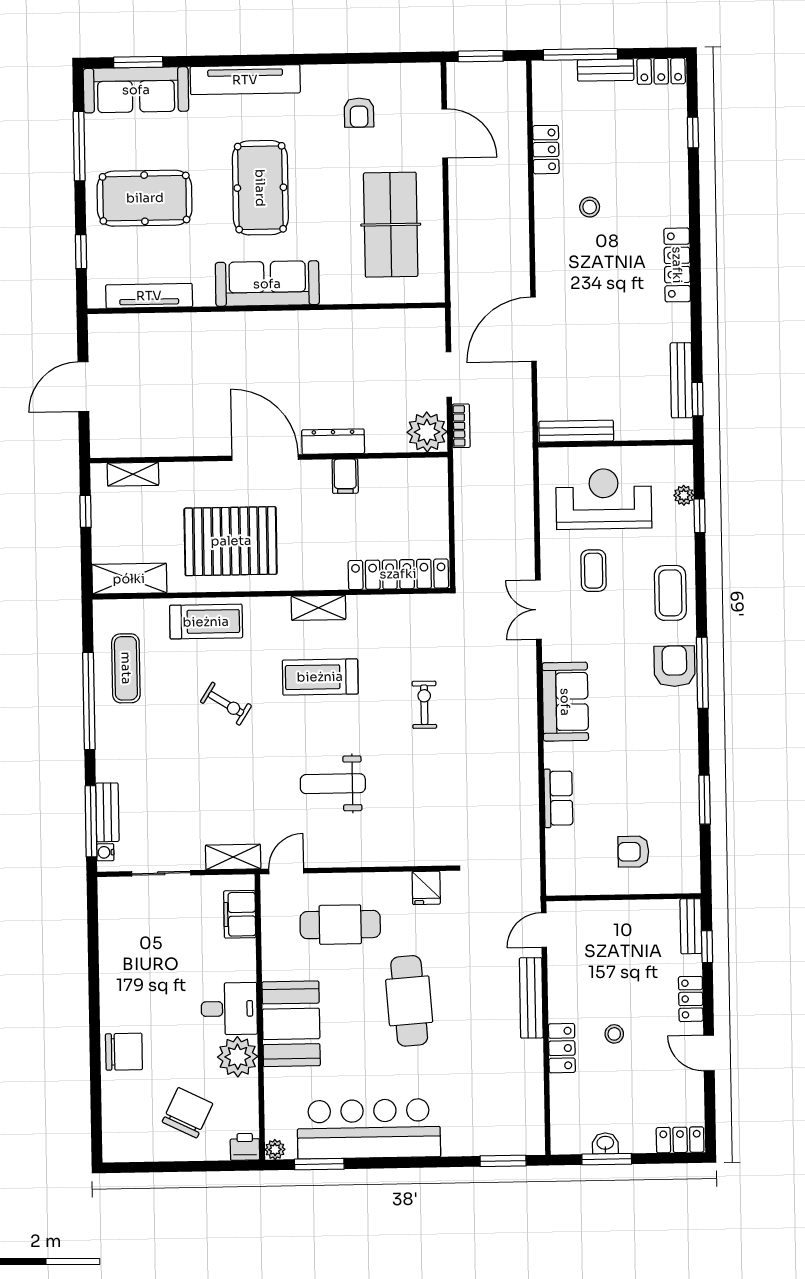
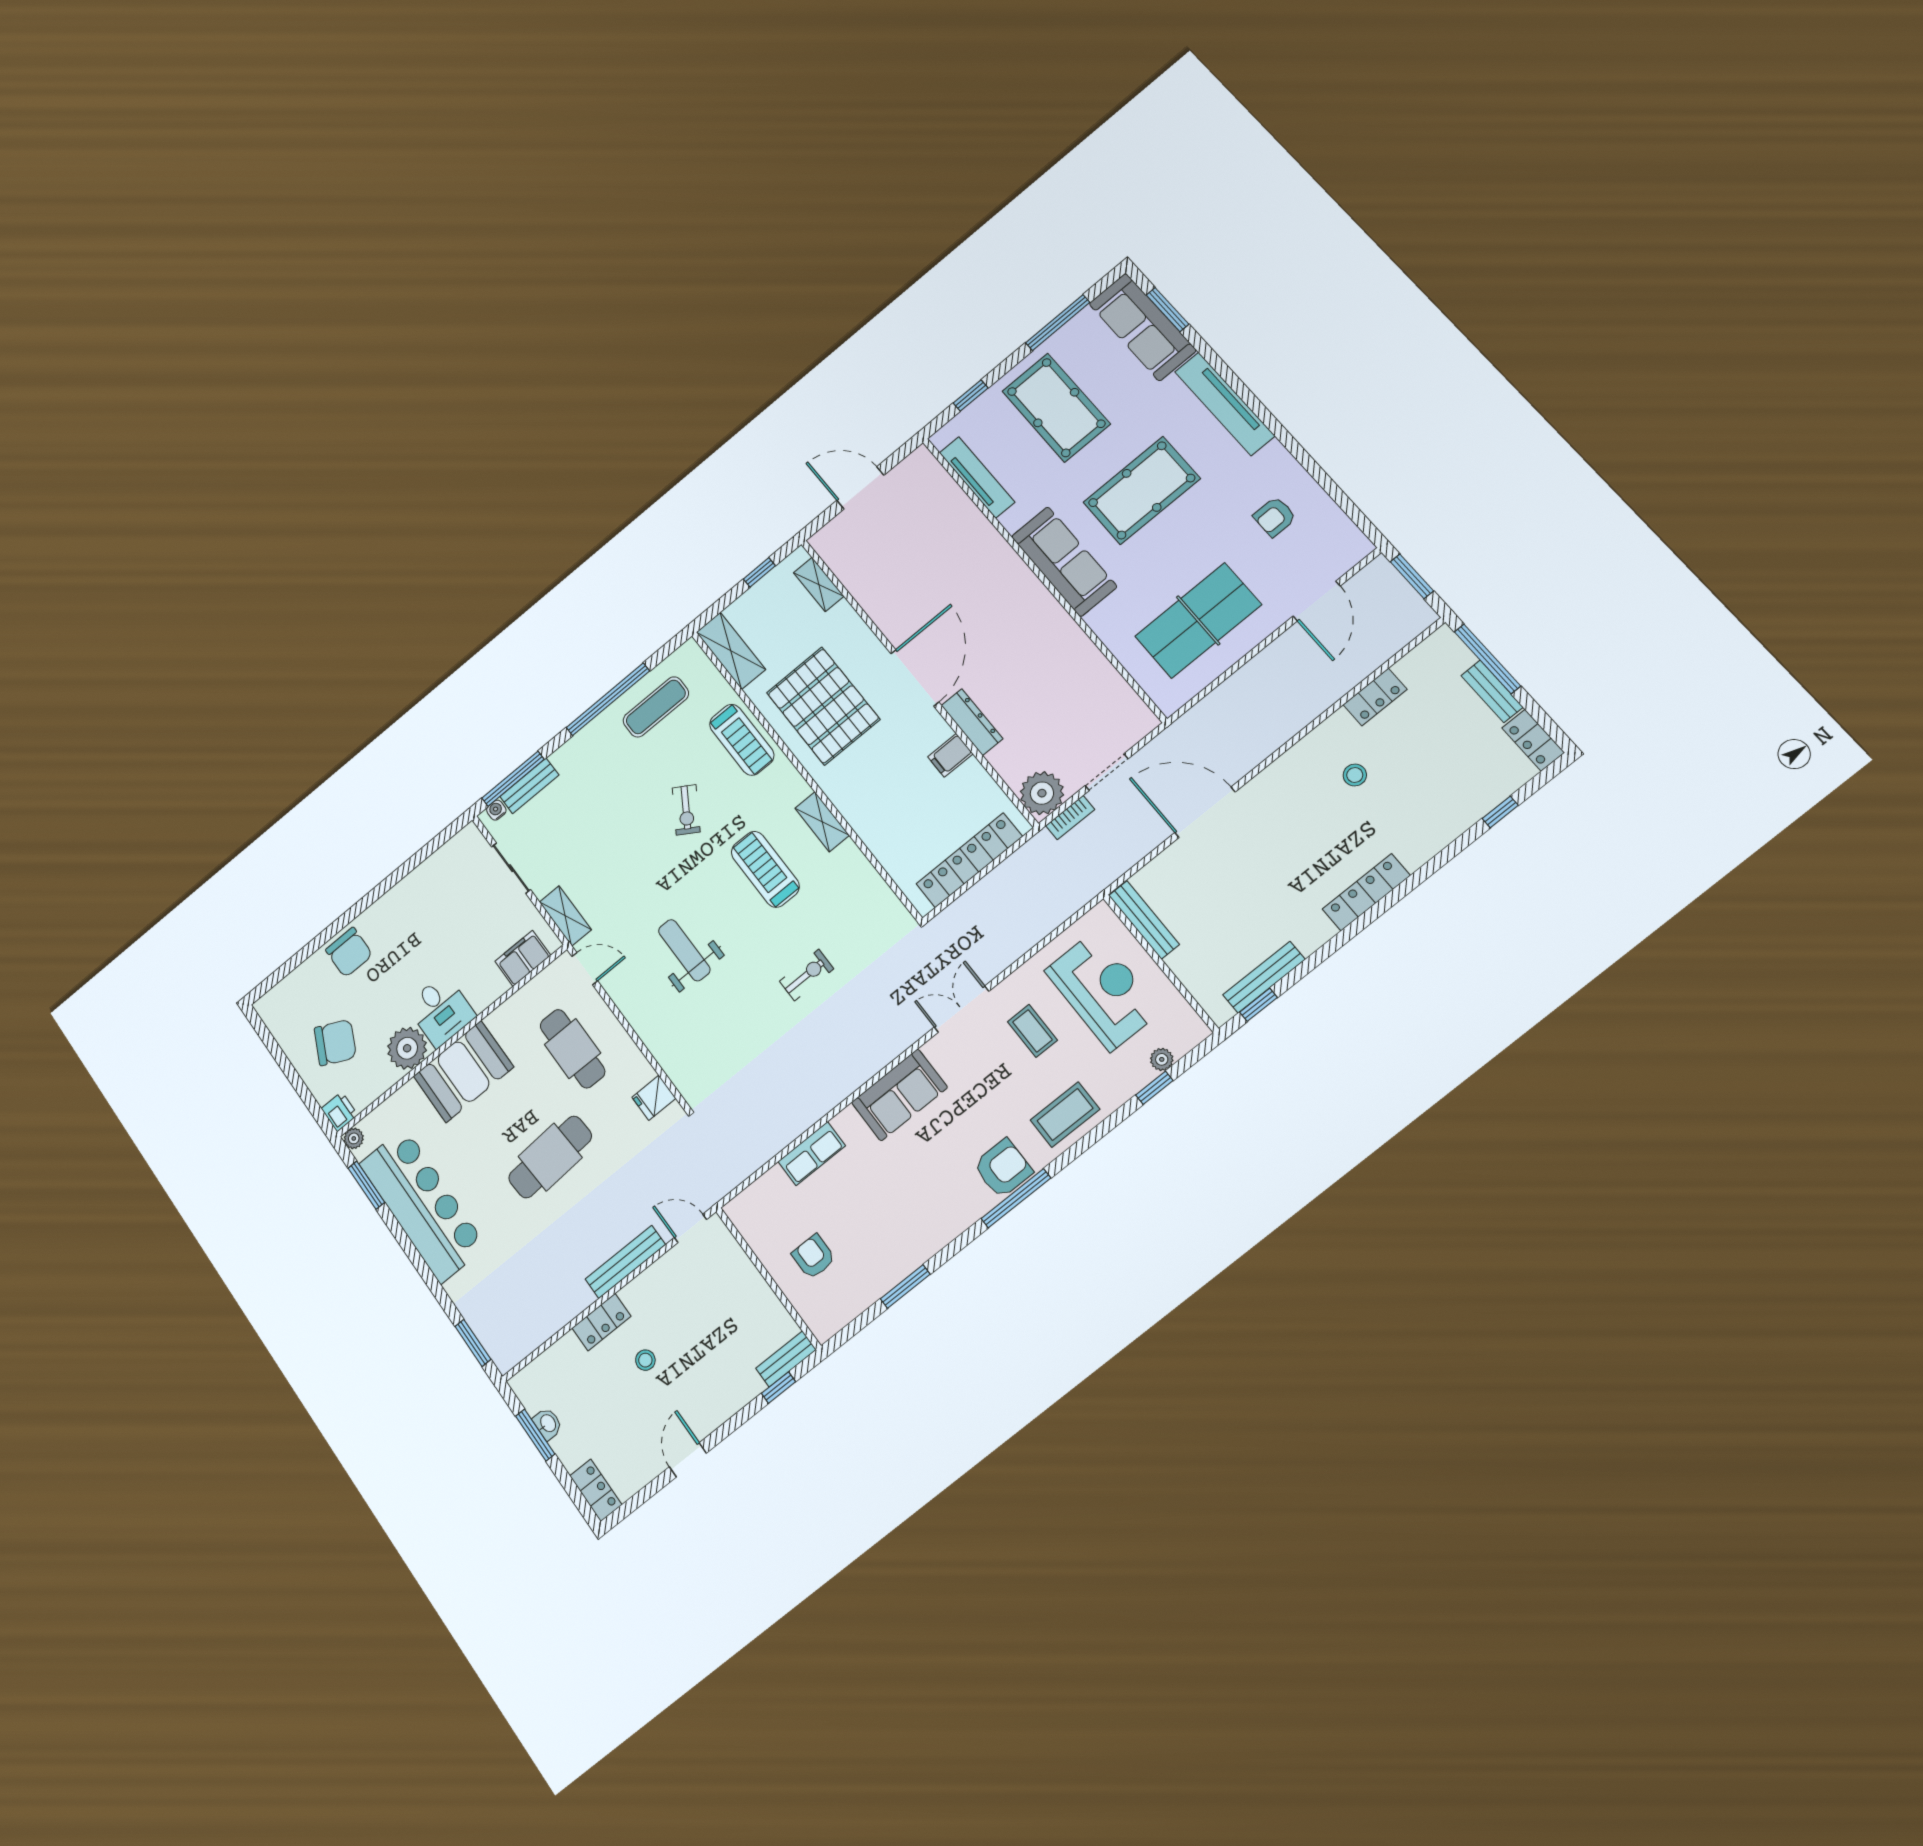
coffee table: (594, 571) -> (1032, 1031), turned 90
locker: (398, 574) -> (969, 860), moved, turned -90
locker: (691, 999) -> (723, 1407), removed

